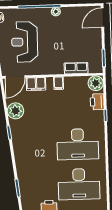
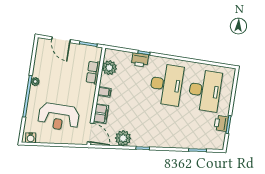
door: (102, 18) -> (61, 40), moved
plant: (96, 83) -> (109, 68), moved
printer: (97, 102) -> (140, 60), moved

